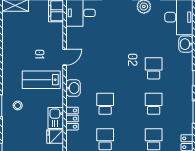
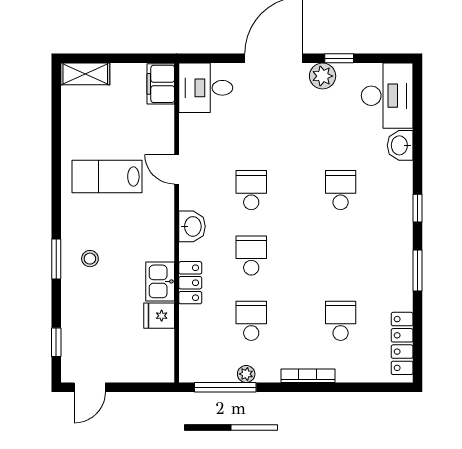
door: (65, 57) -> (177, 169), swing flipped
lab bench: (41, 80) -> (107, 177), moved
school desk: (154, 104) -> (251, 190), moved

